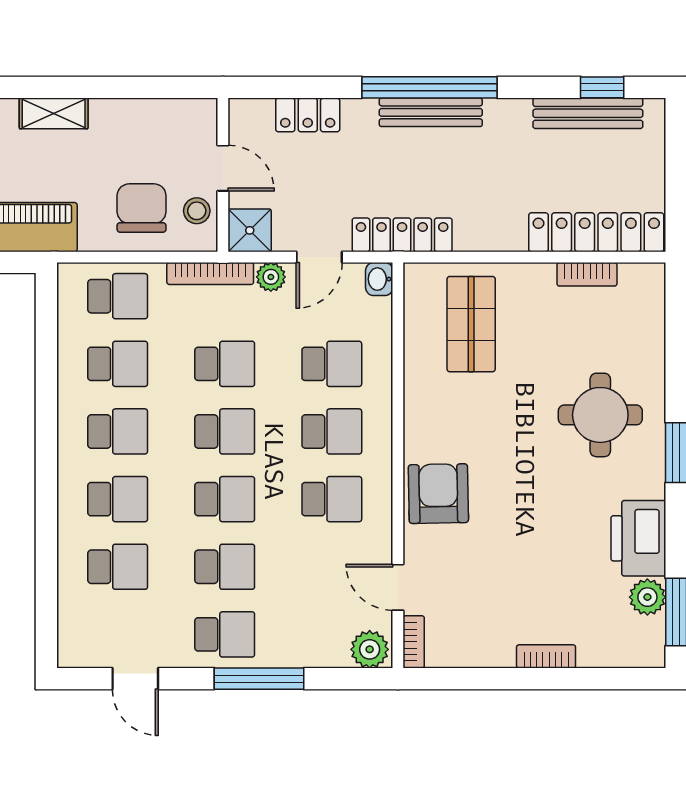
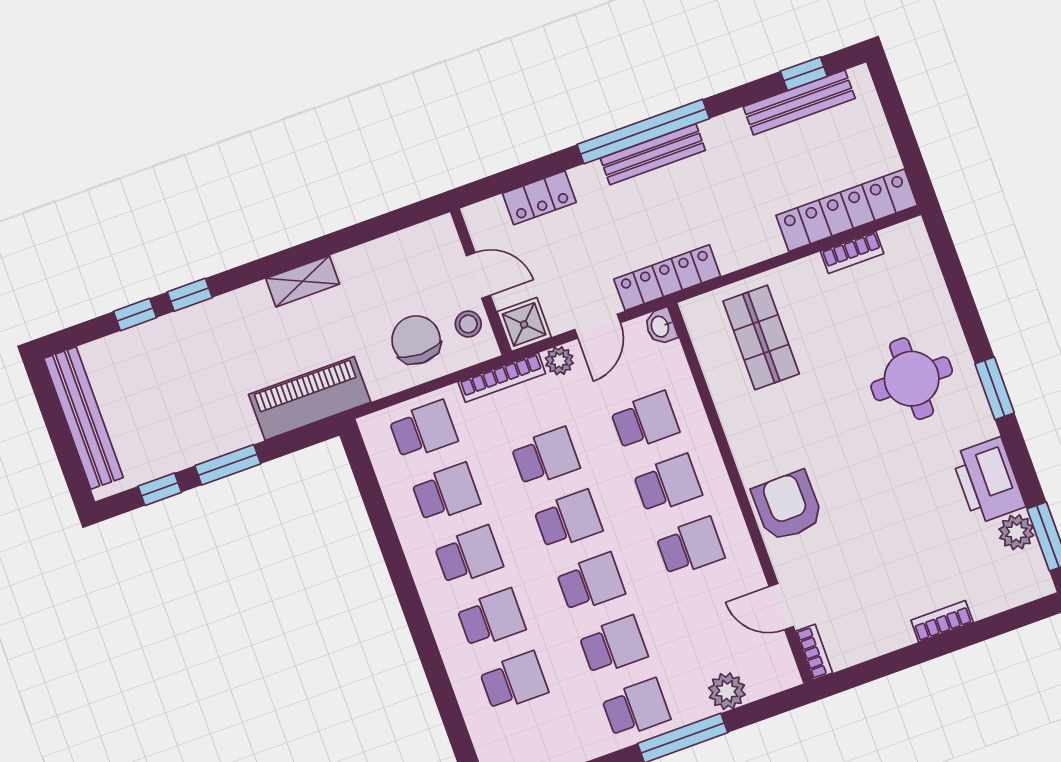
plant: (370, 649) -> (727, 691), moved

